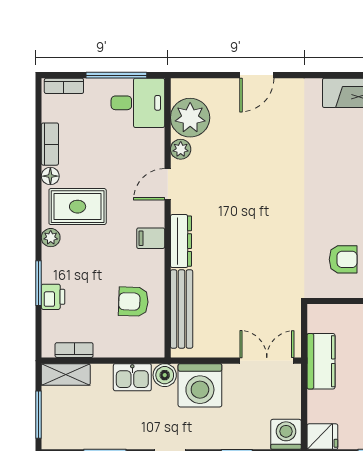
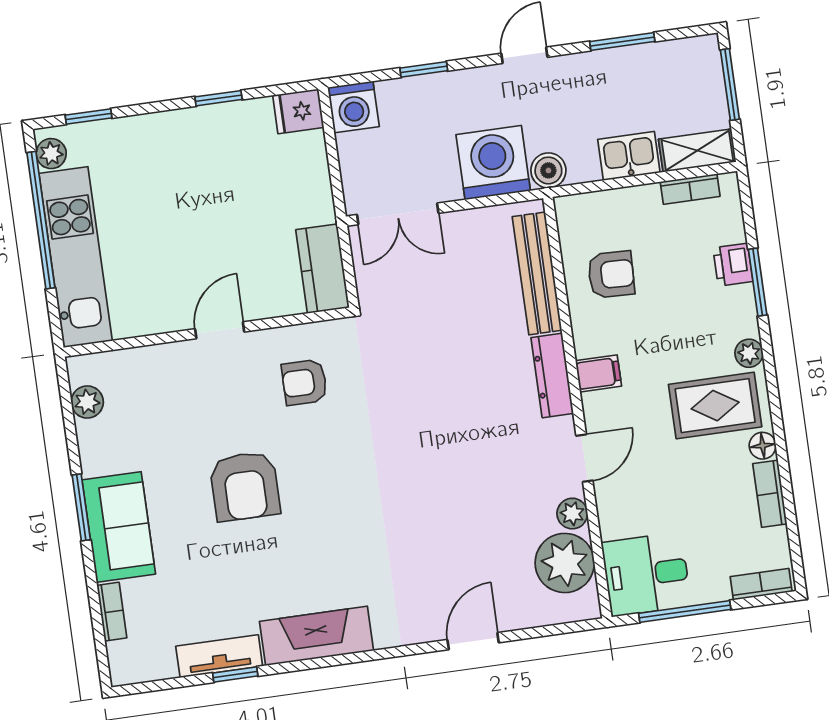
kitchen counter: (321, 361) -> (323, 269), moved
kitchen sink: (132, 377) -> (629, 156), moved

